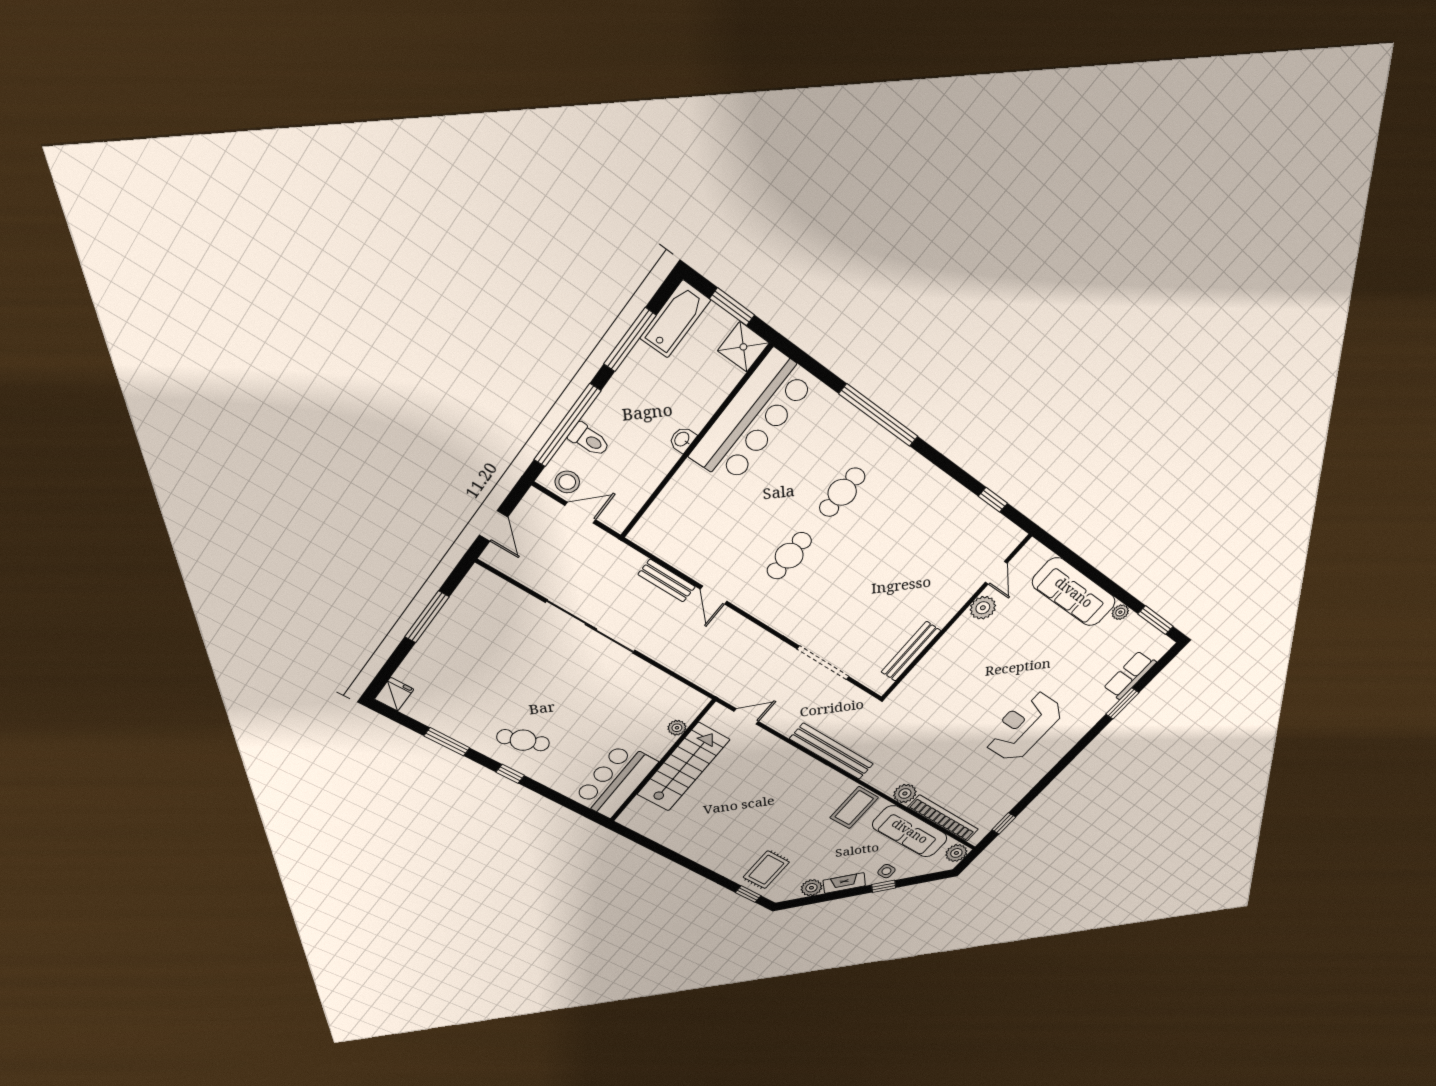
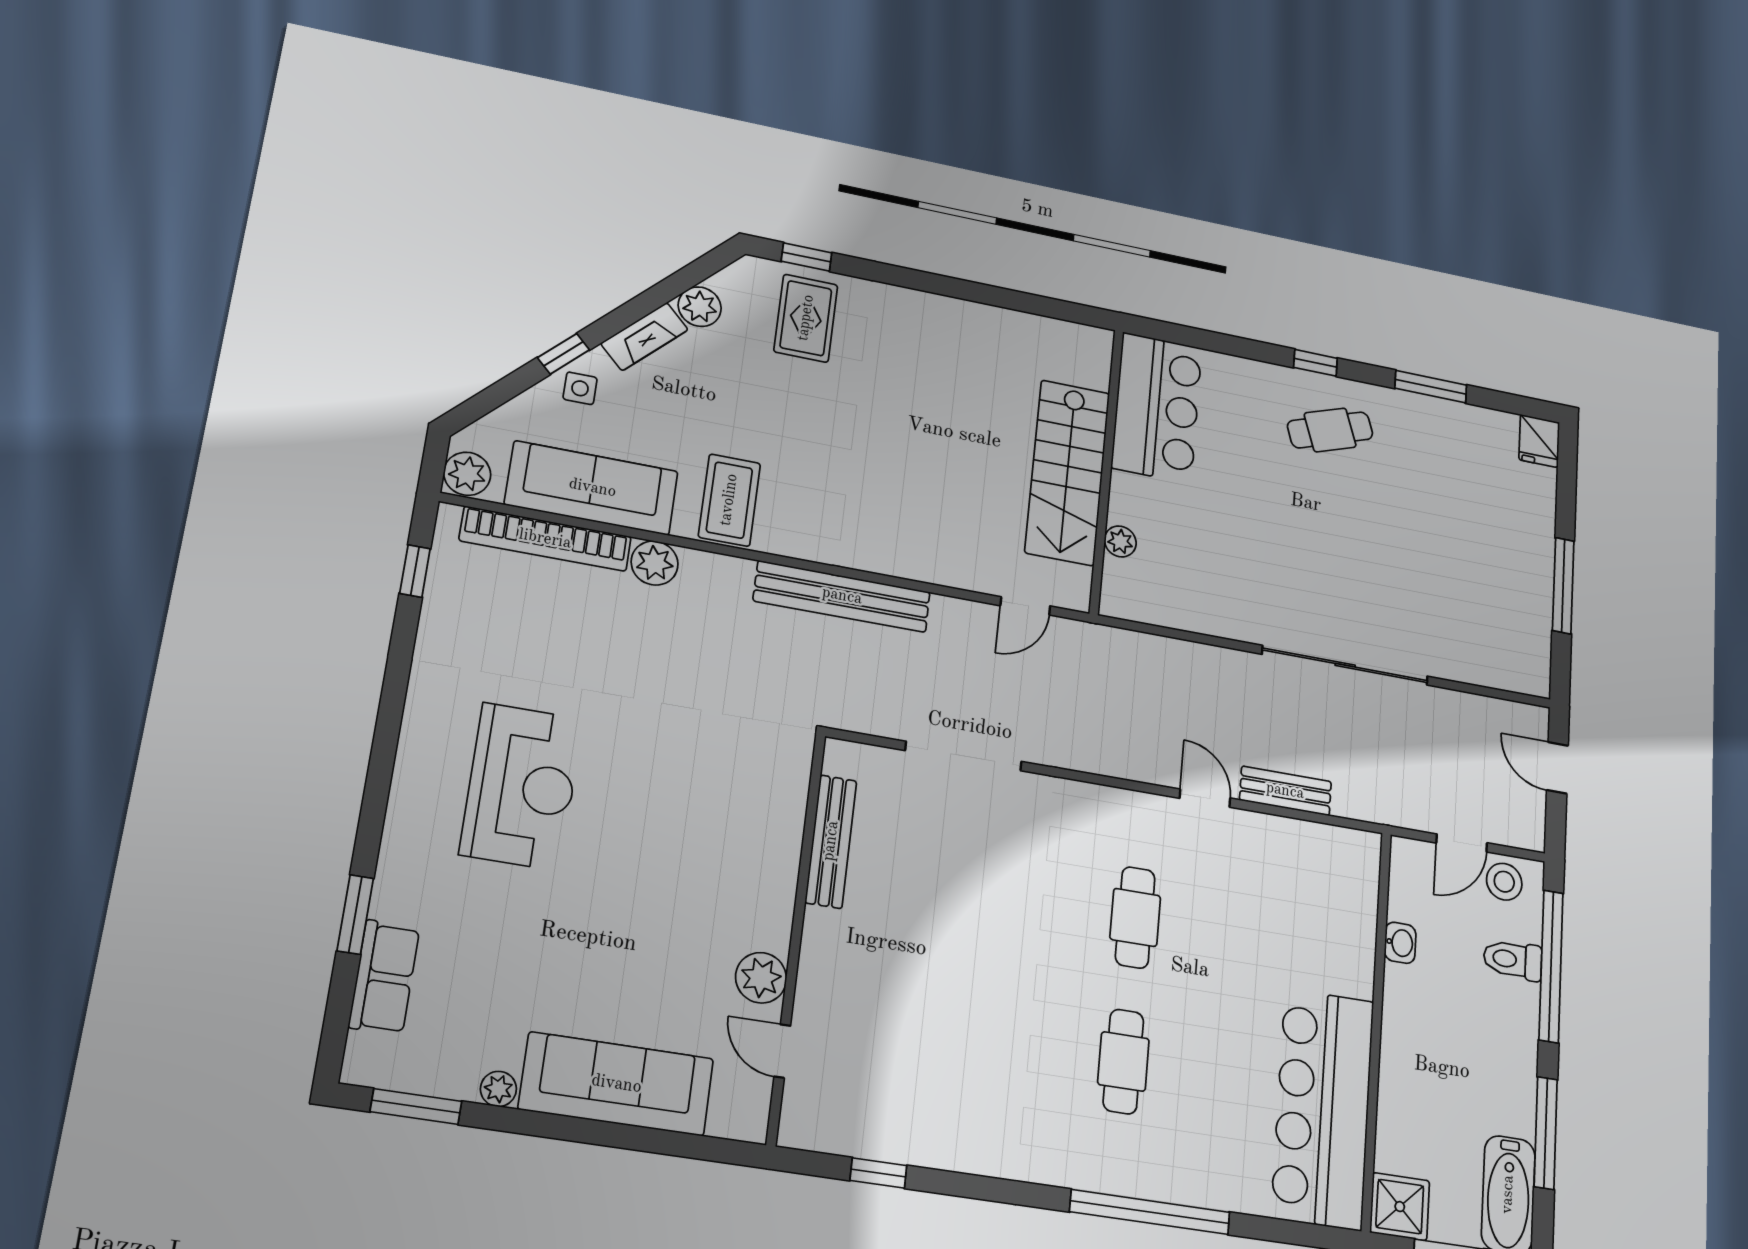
washbasin: (682, 439) -> (1400, 943), moved

